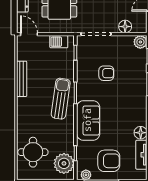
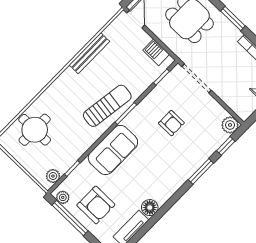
floor lamp: (125, 27) -> (230, 97), removed
plant: (64, 163) -> (53, 176), width x0.53, depth x0.53

